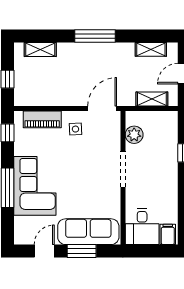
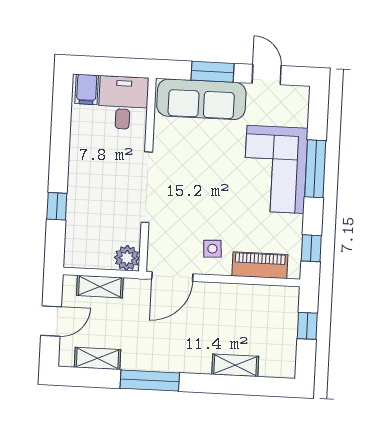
window: (95, 36) -> (150, 381), moved
shelving: (40, 49) -> (235, 365), moved
plant: (134, 135) -> (127, 258), moved
doorway: (123, 169) -> (147, 187), width x1.36
door: (44, 251) -> (267, 74), swing flipped

